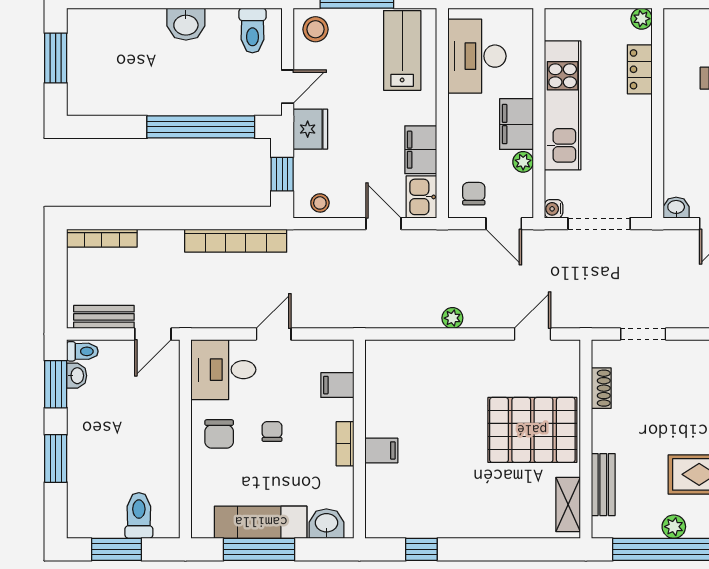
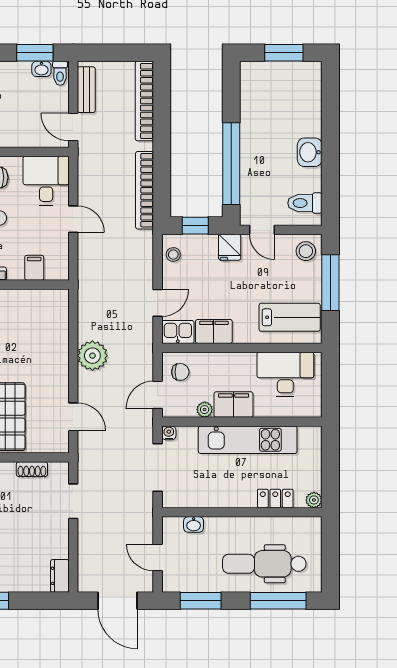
fridge: (310, 129) -> (230, 247), width x0.72
washbasin: (676, 208) -> (194, 524), moved, turned 90
bookcase: (102, 238) -> (144, 101), width x1.48, depth x1.31
plant: (452, 318) -> (92, 356), width x1.88, depth x1.88

